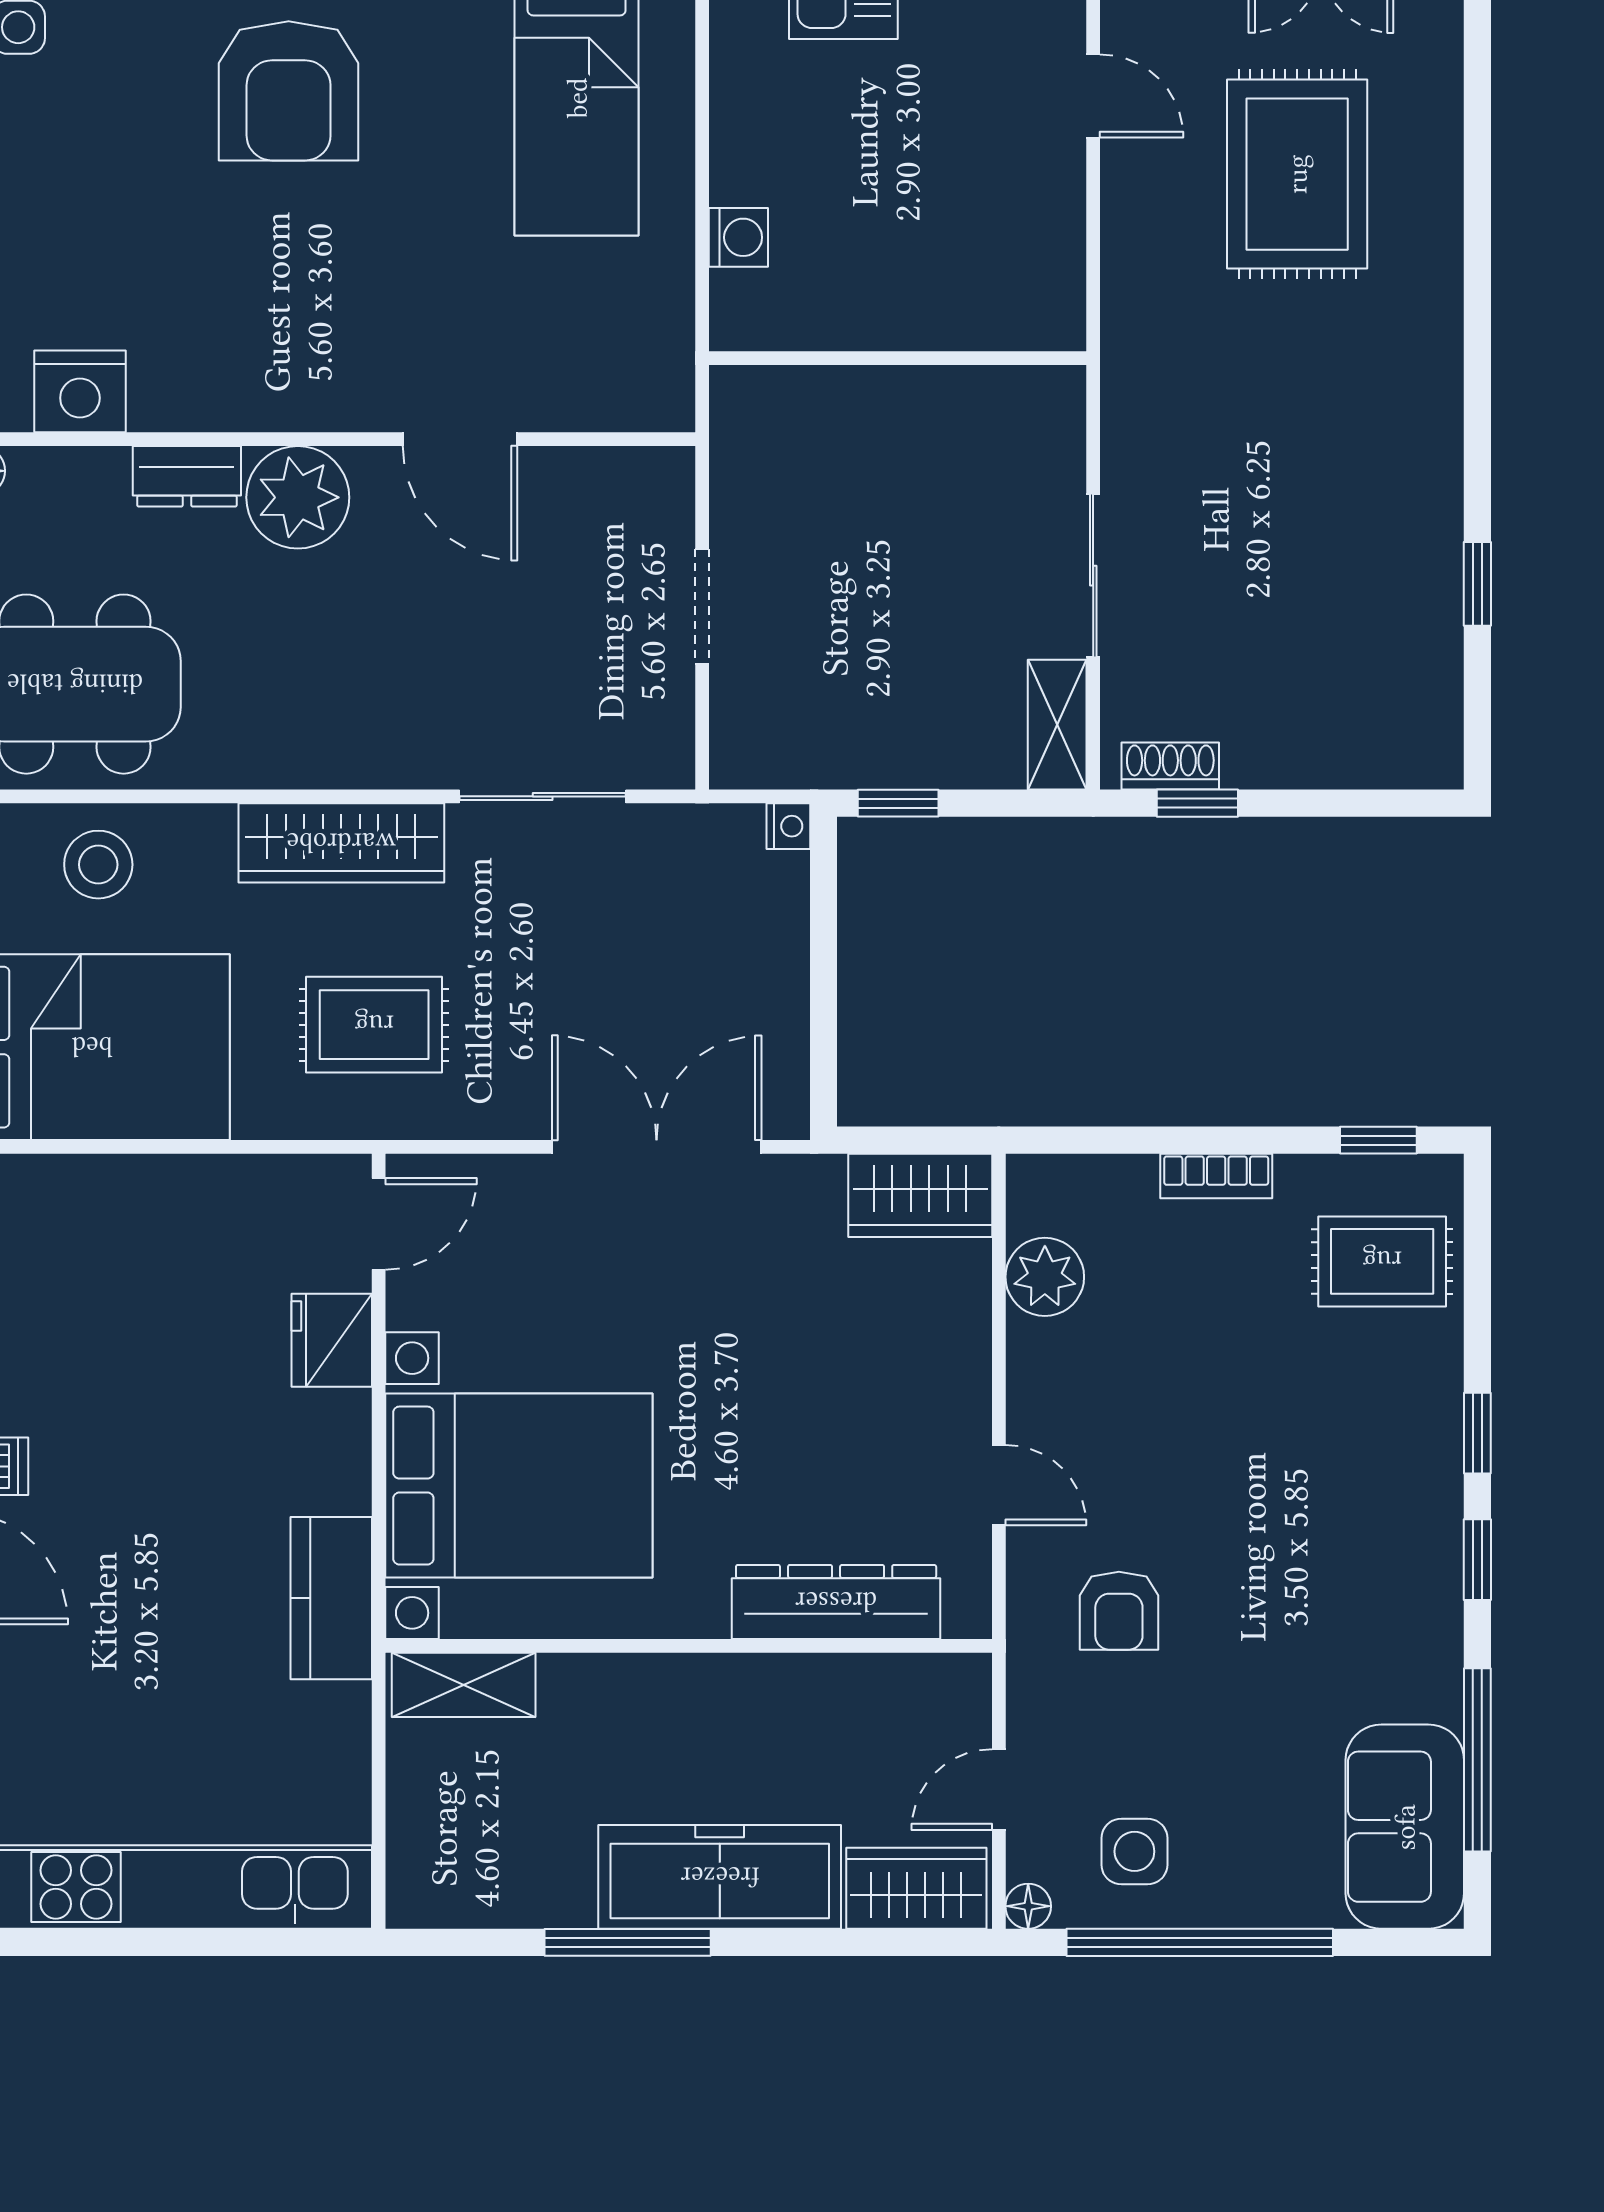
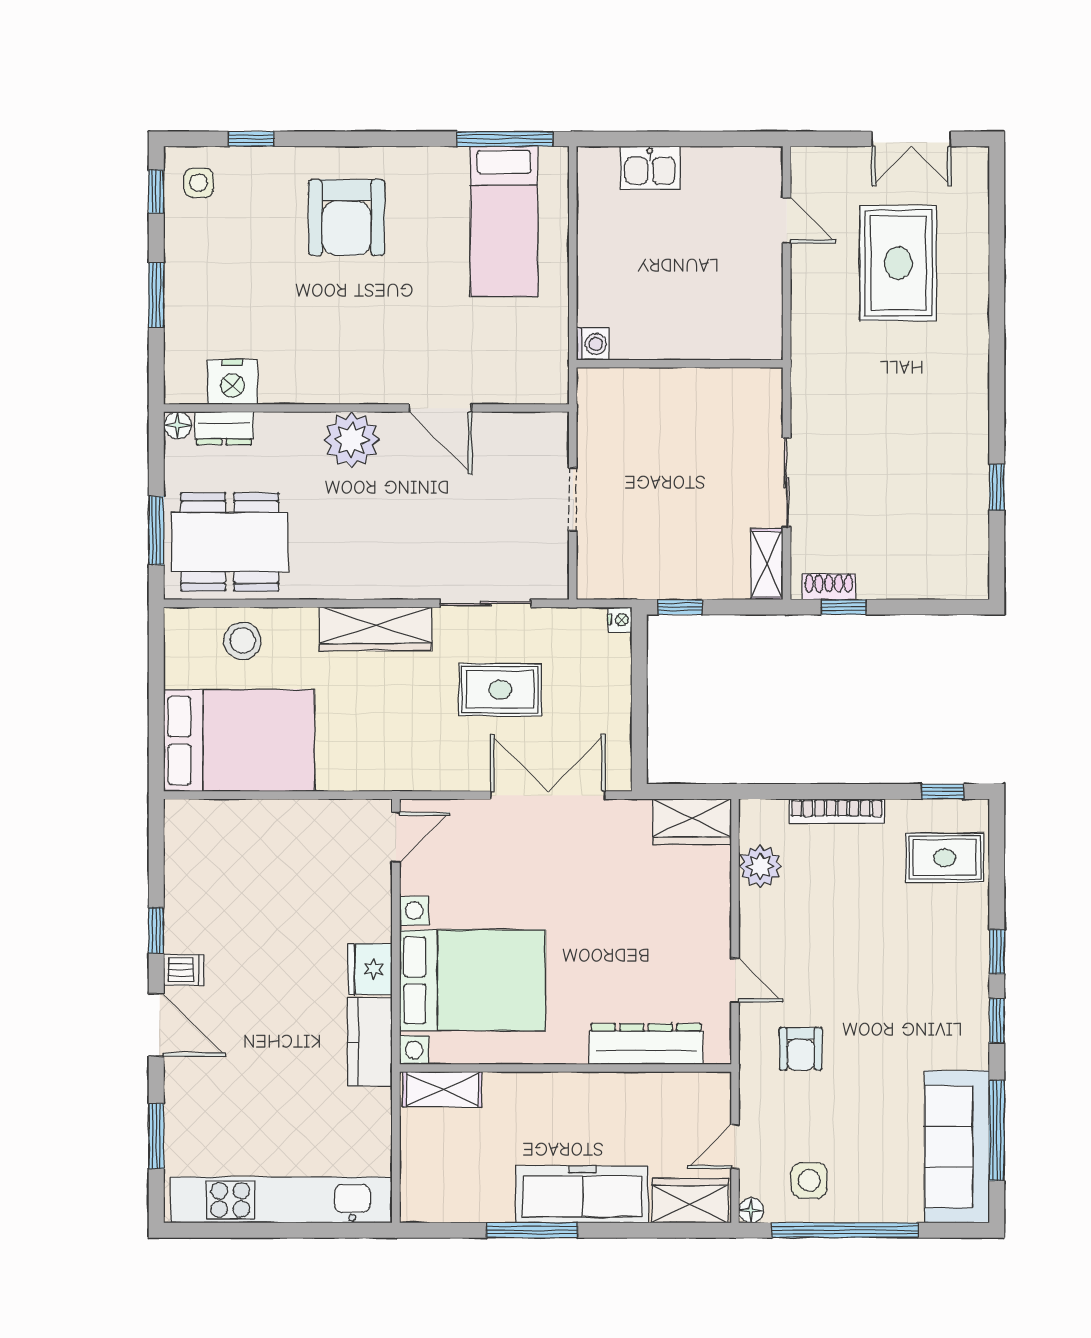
washing machine: (738, 237) -> (593, 344), moved
dresser: (187, 476) -> (224, 428), moved
rug: (374, 1025) -> (500, 690), moved
bookcase: (1216, 1176) -> (837, 811), width x1.56
fridge: (332, 1340) -> (370, 969), moved
sofa: (1405, 1827) -> (957, 1147), width x1.36

